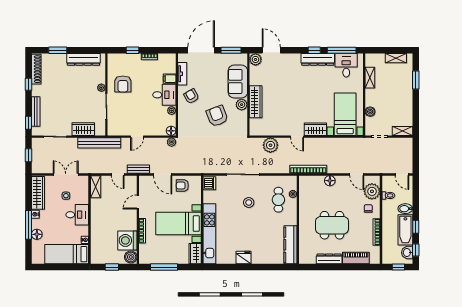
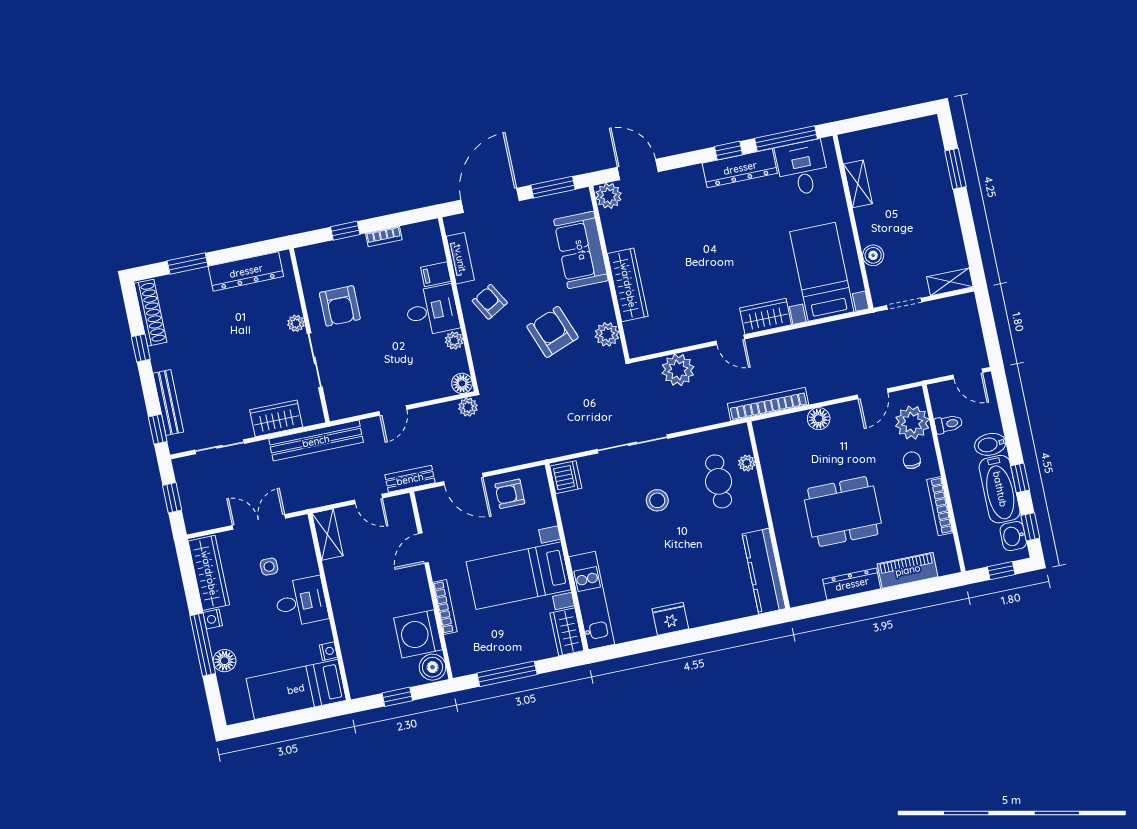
shelving: (396, 58) -> (904, 131), removed
plant: (242, 105) -> (607, 334), moved
door: (357, 174) -> (873, 394), hinge flipped
kitchen unit: (209, 234) -> (592, 601), width x0.73

